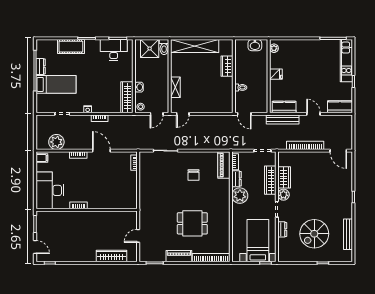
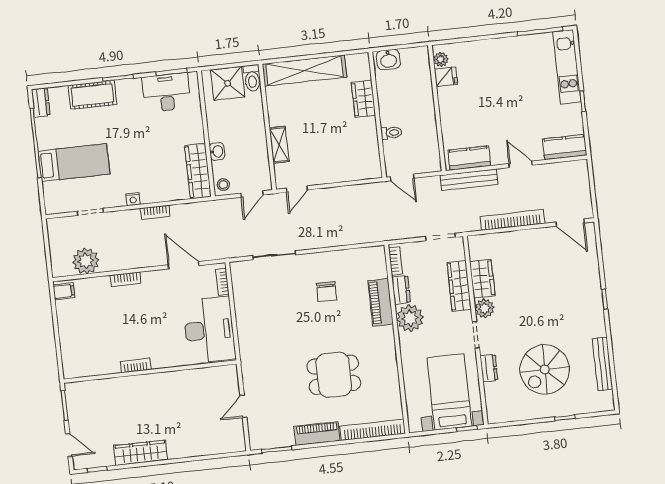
washbasin: (255, 45) -> (388, 60), moved
dresser: (41, 66) -> (41, 102), moved
fridge: (276, 74) -> (446, 77), moved
door: (101, 151) -> (183, 265), moved
piano: (224, 165) -> (381, 302), moved
desk: (50, 190) -> (209, 330), moved, turned 180
wardrobe: (111, 256) -> (141, 453), moved

